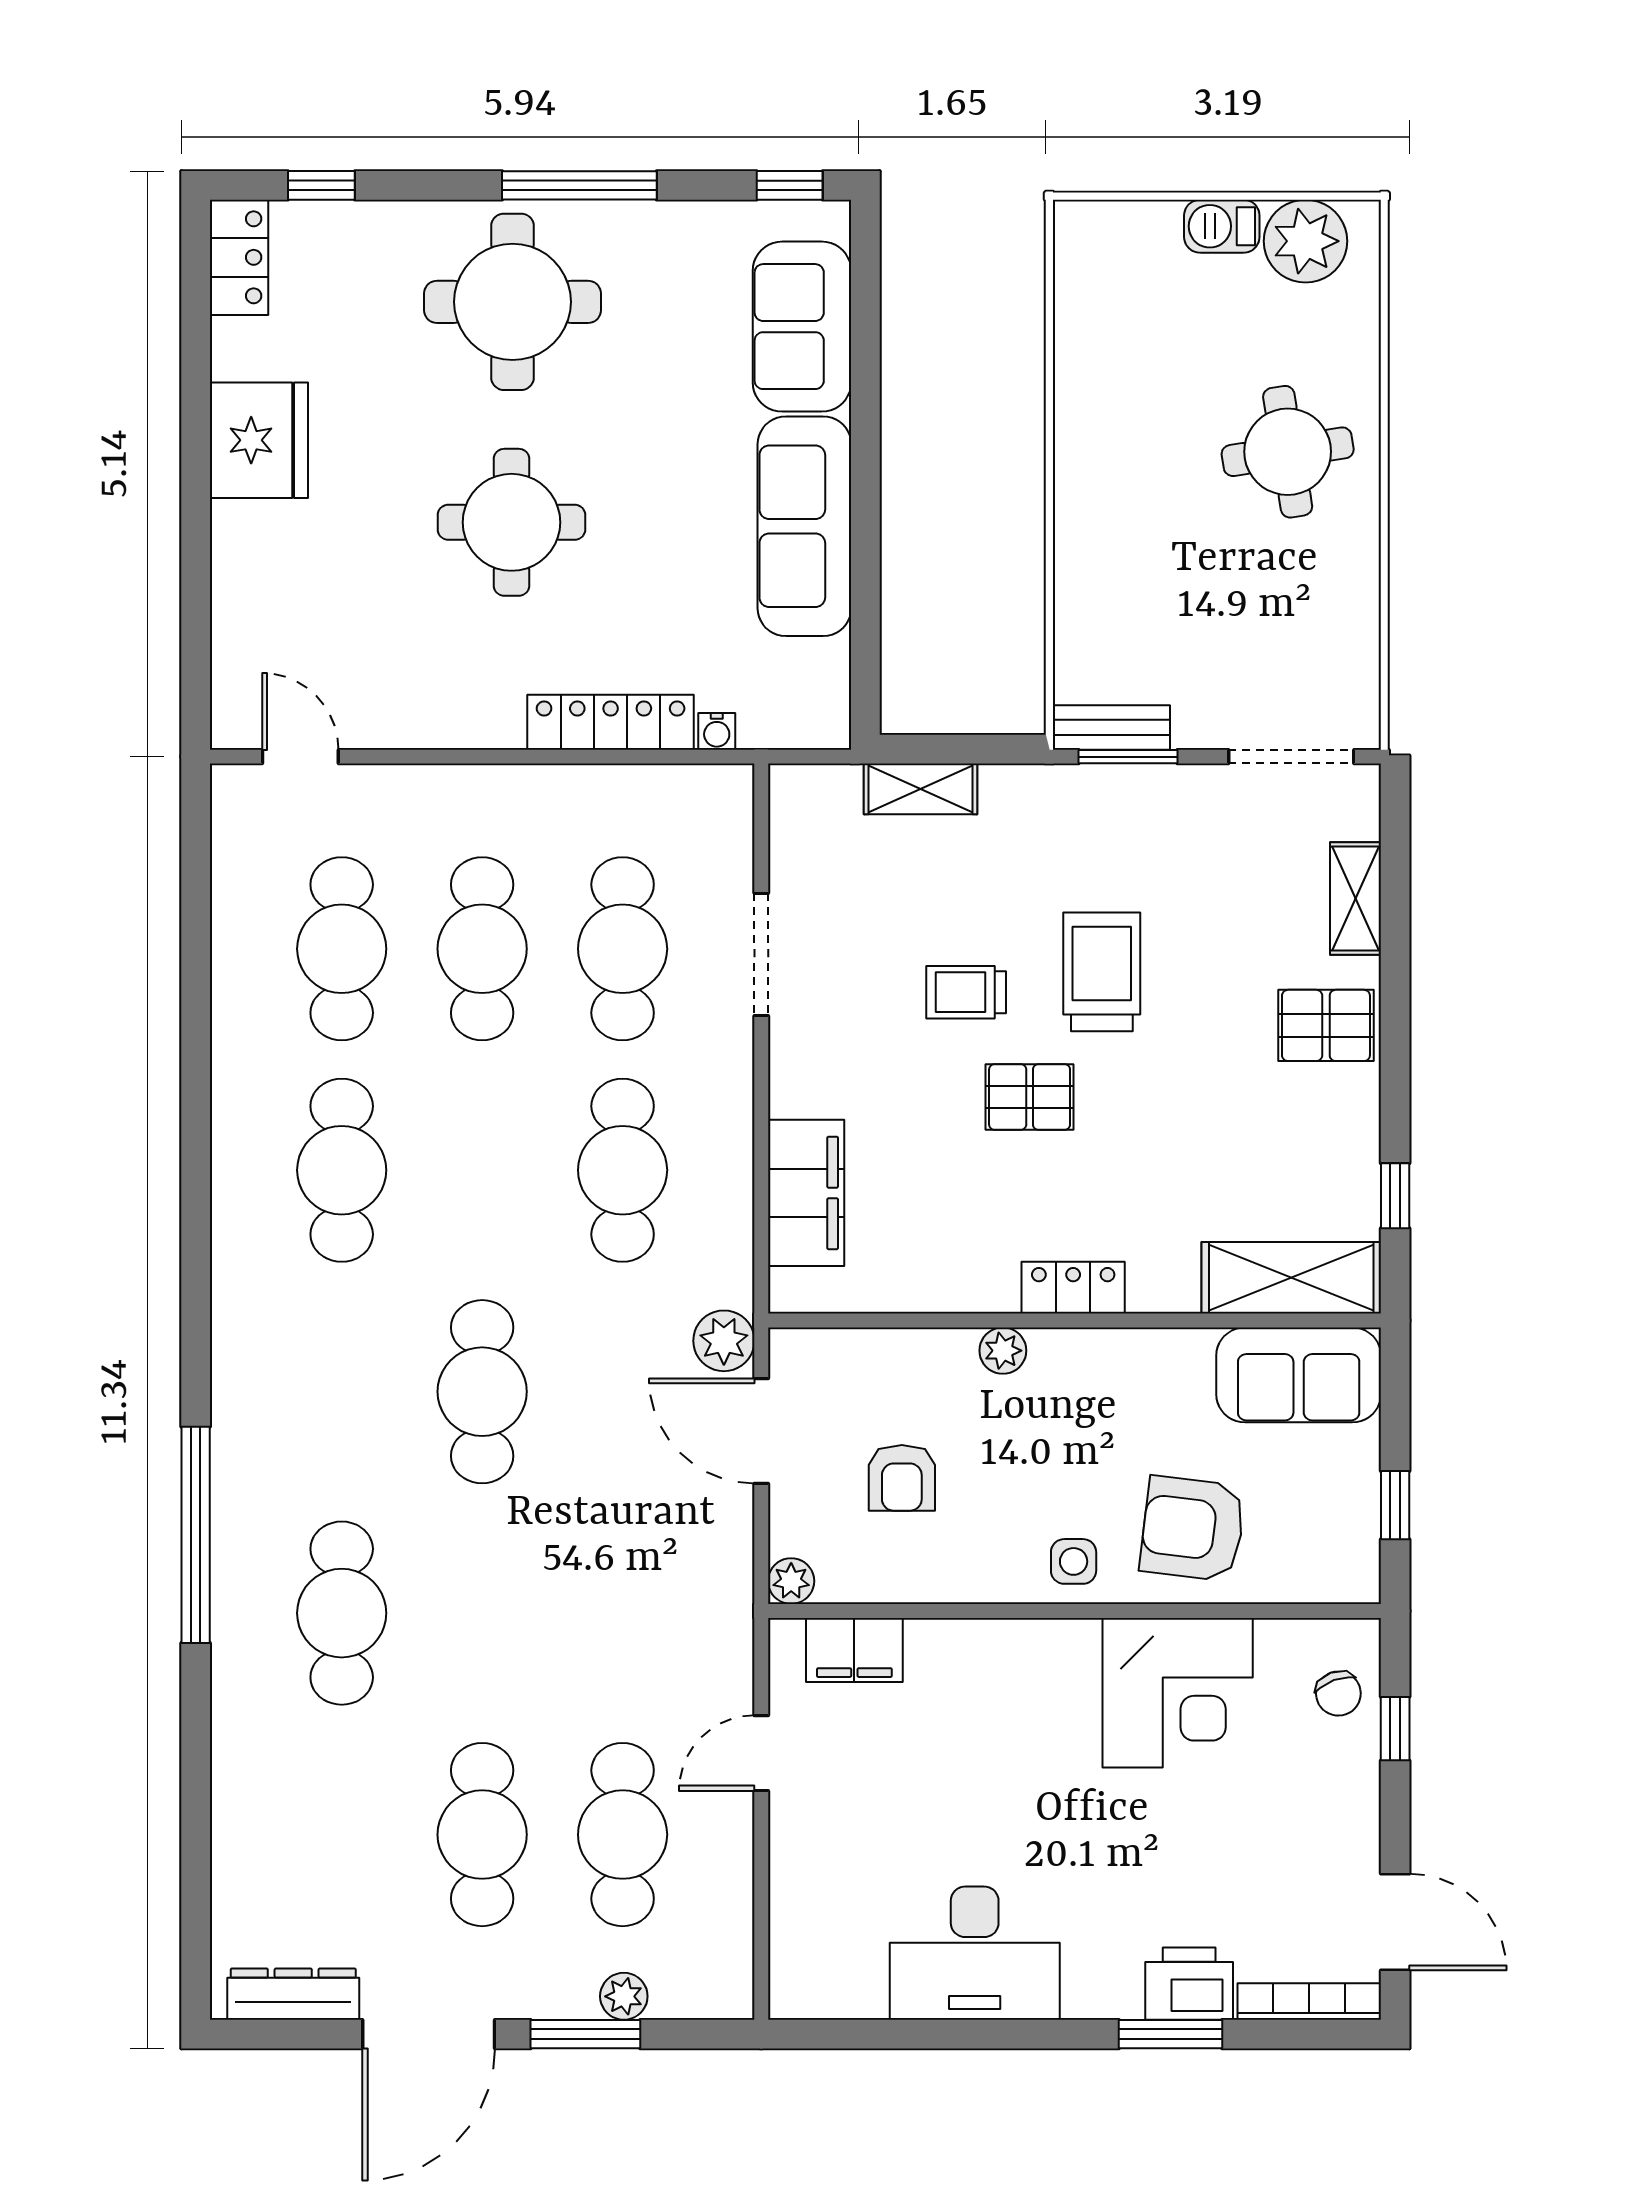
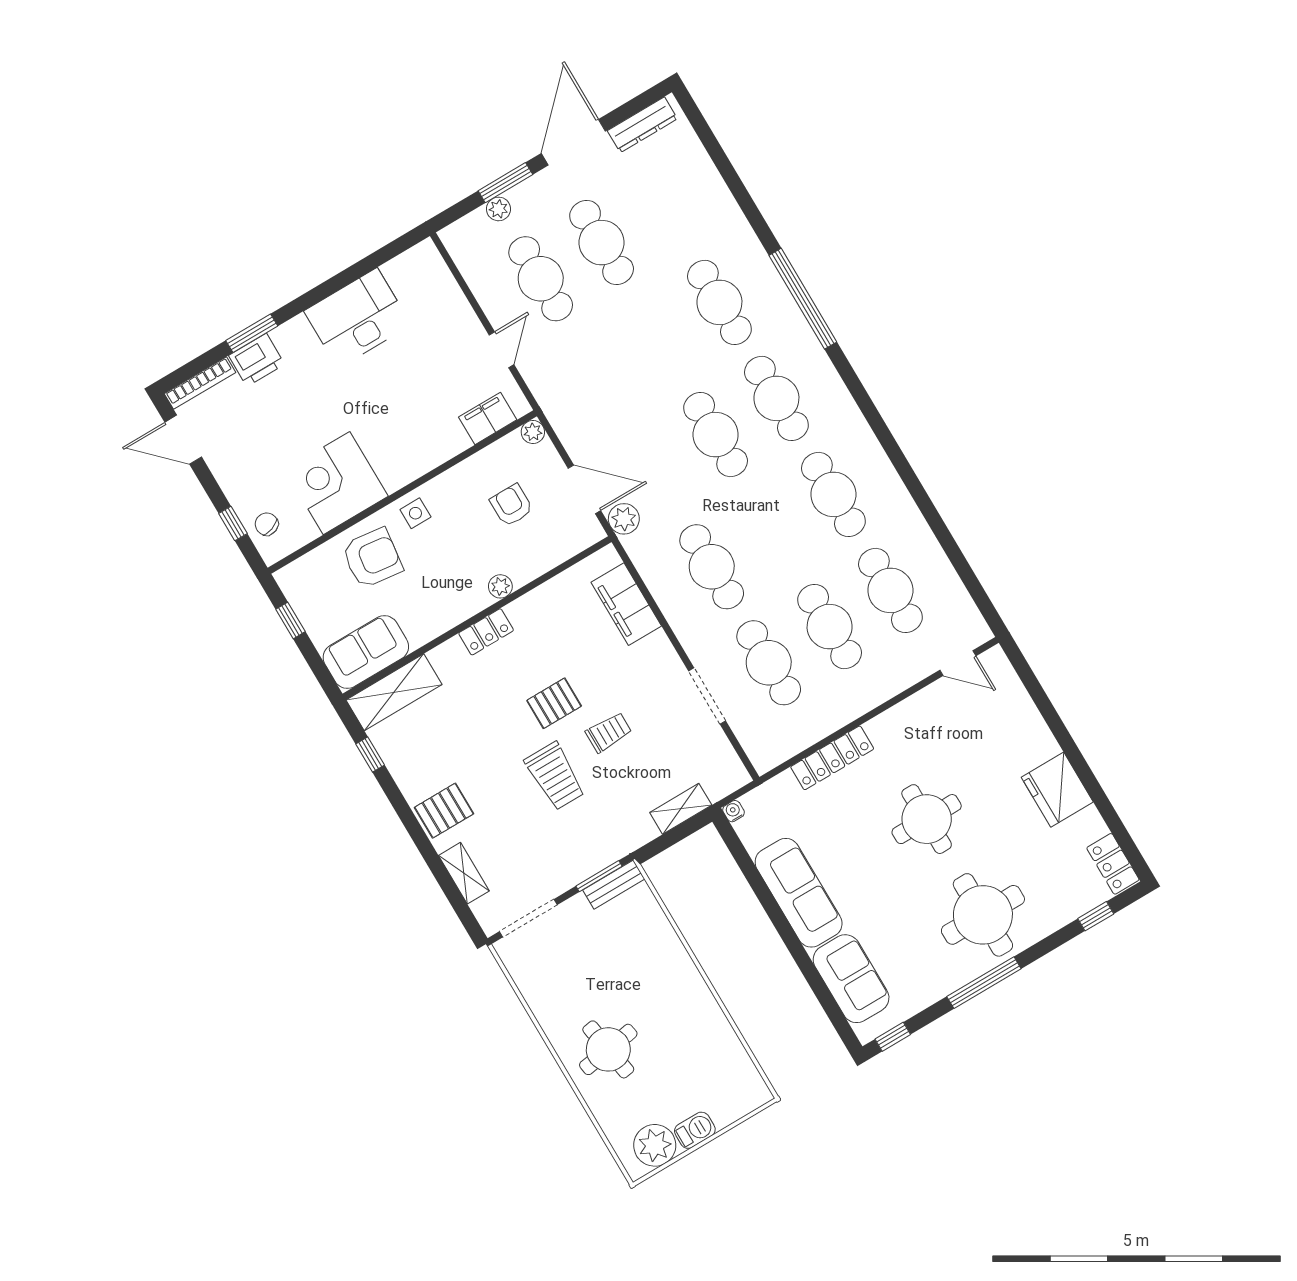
water cooler: (717, 731) -> (733, 811), moved
cafe table: (342, 1392) -> (776, 398), added

